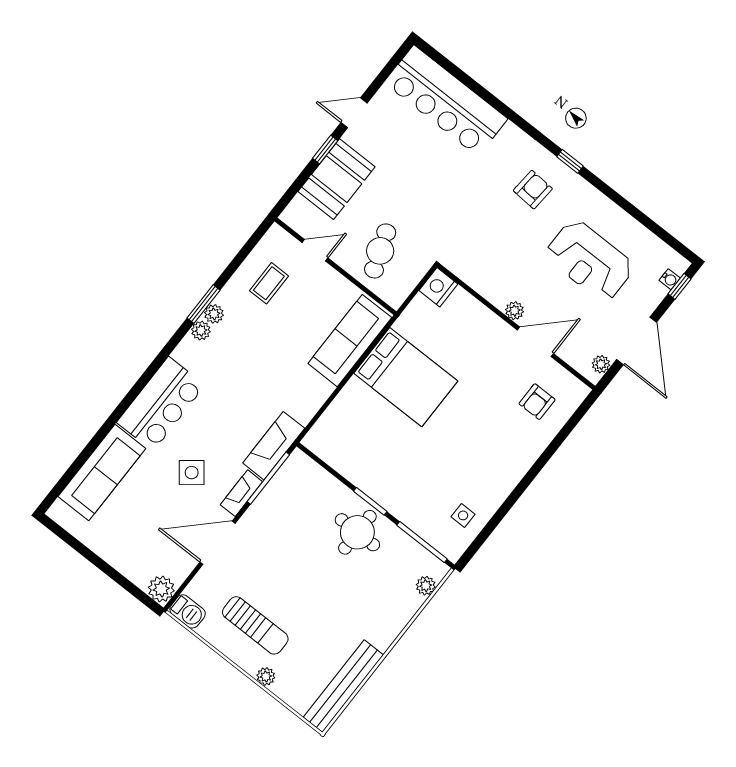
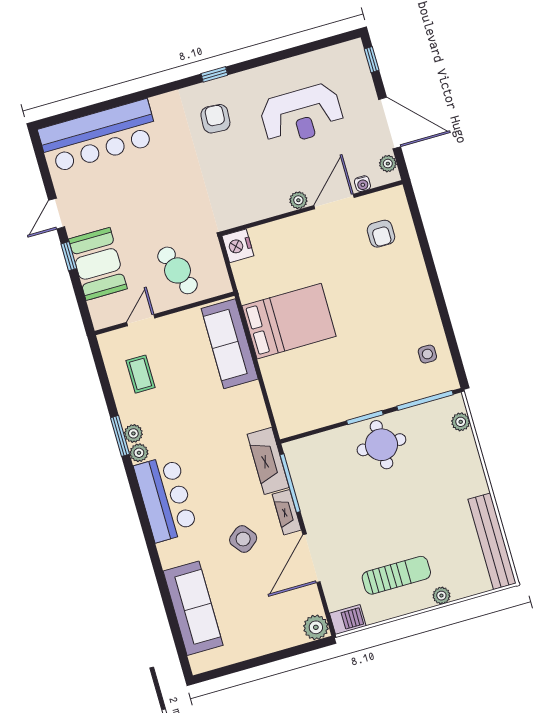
water cooler: (670, 279) -> (362, 184), moved, turned 90
bar counter: (161, 404) -> (166, 498), moved

